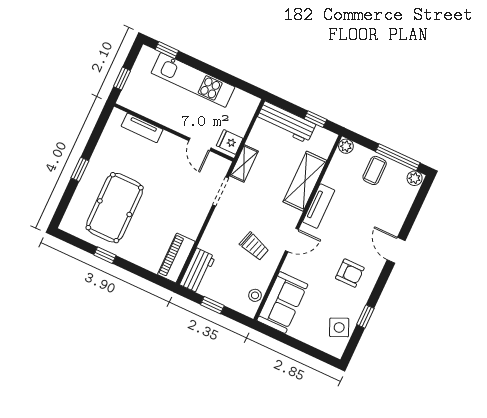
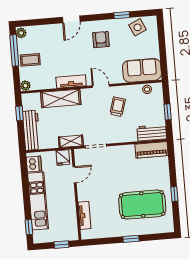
dishwasher: (242, 101) -> (34, 164), added

